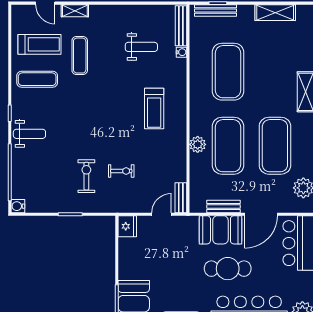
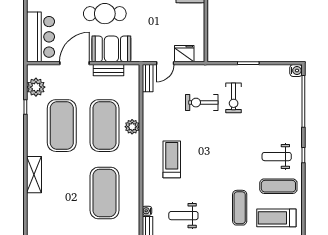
weight bench: (29, 134) -> (277, 157), moved
exercise bike: (121, 171) -> (202, 103), width x1.38, depth x1.39
fridge: (127, 226) -> (184, 54), moved, turned 90

